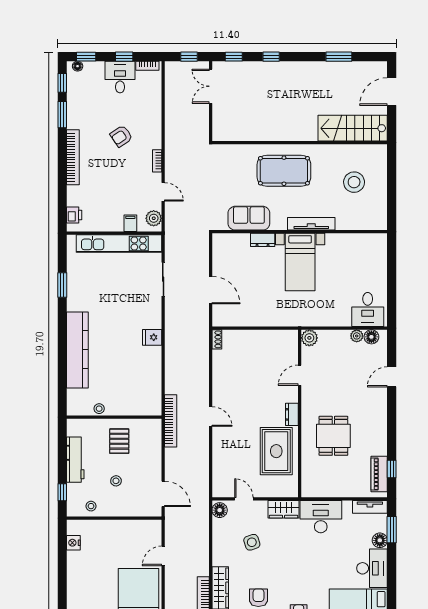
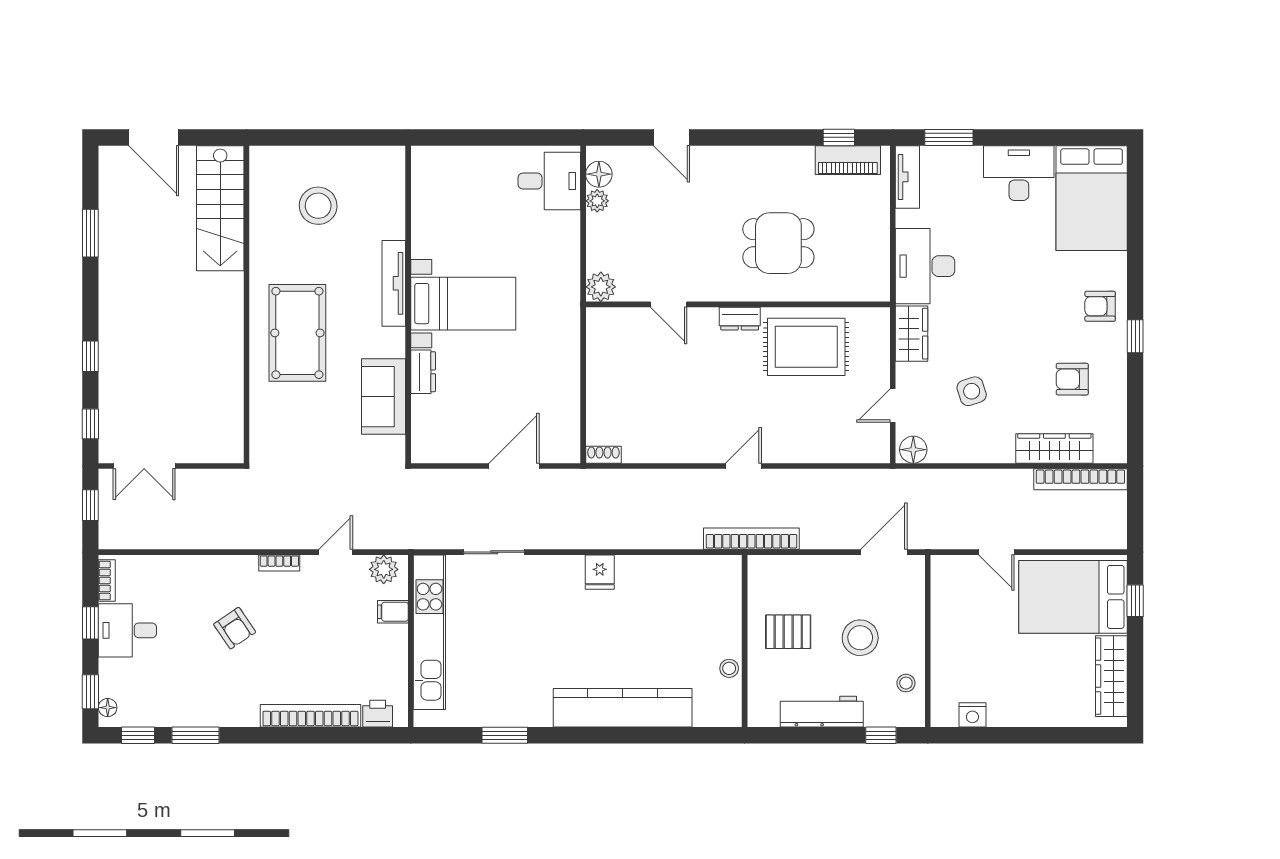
bookcase: (73, 157) -> (310, 716), moved
stool: (116, 481) -> (860, 638), width x1.89, depth x1.89
floor lamp: (380, 540) -> (968, 159), removed

